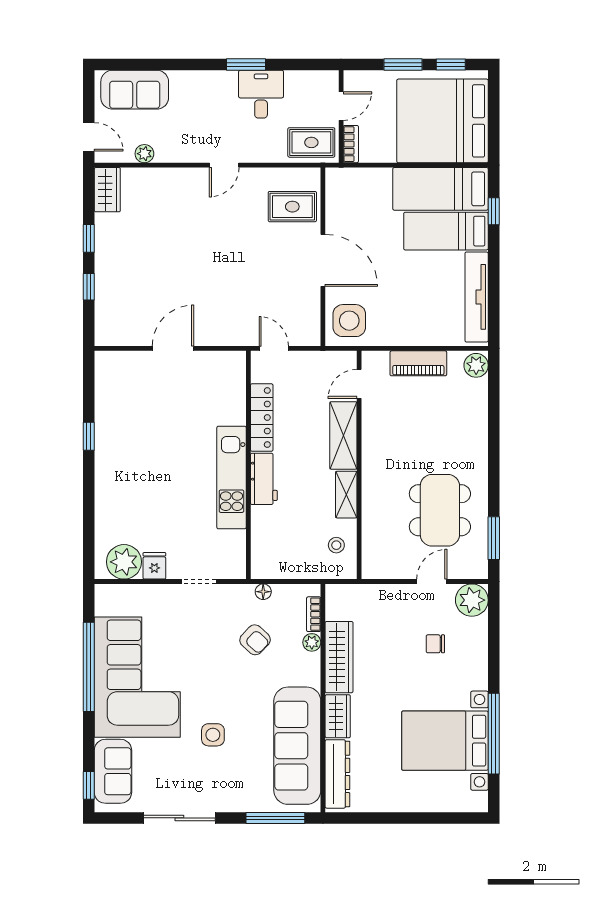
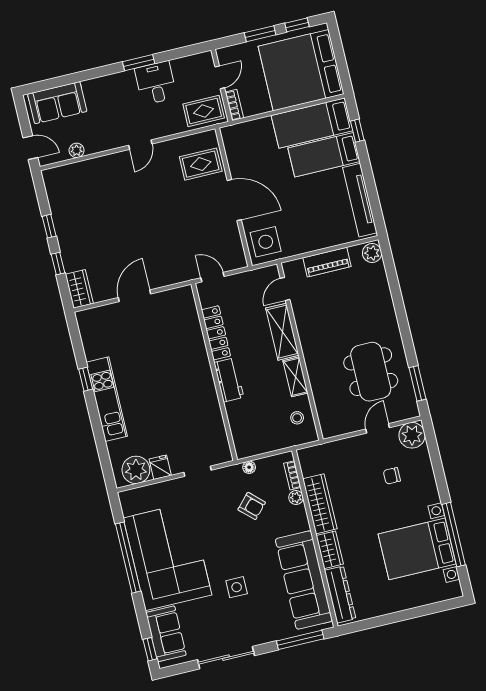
wardrobe: (107, 190) -> (79, 289), moved
kitchen unit: (231, 477) -> (107, 399), moved, turned 180

